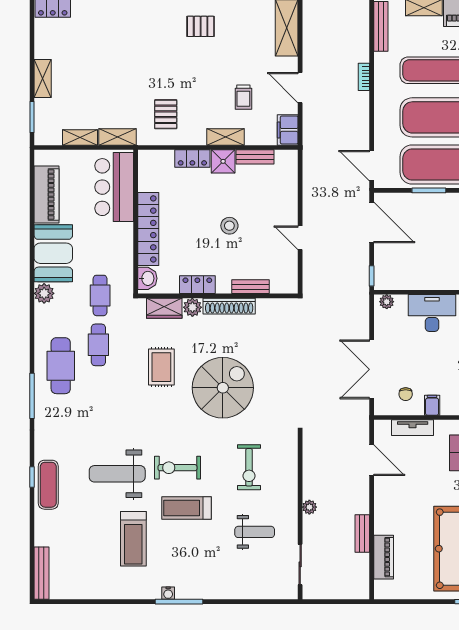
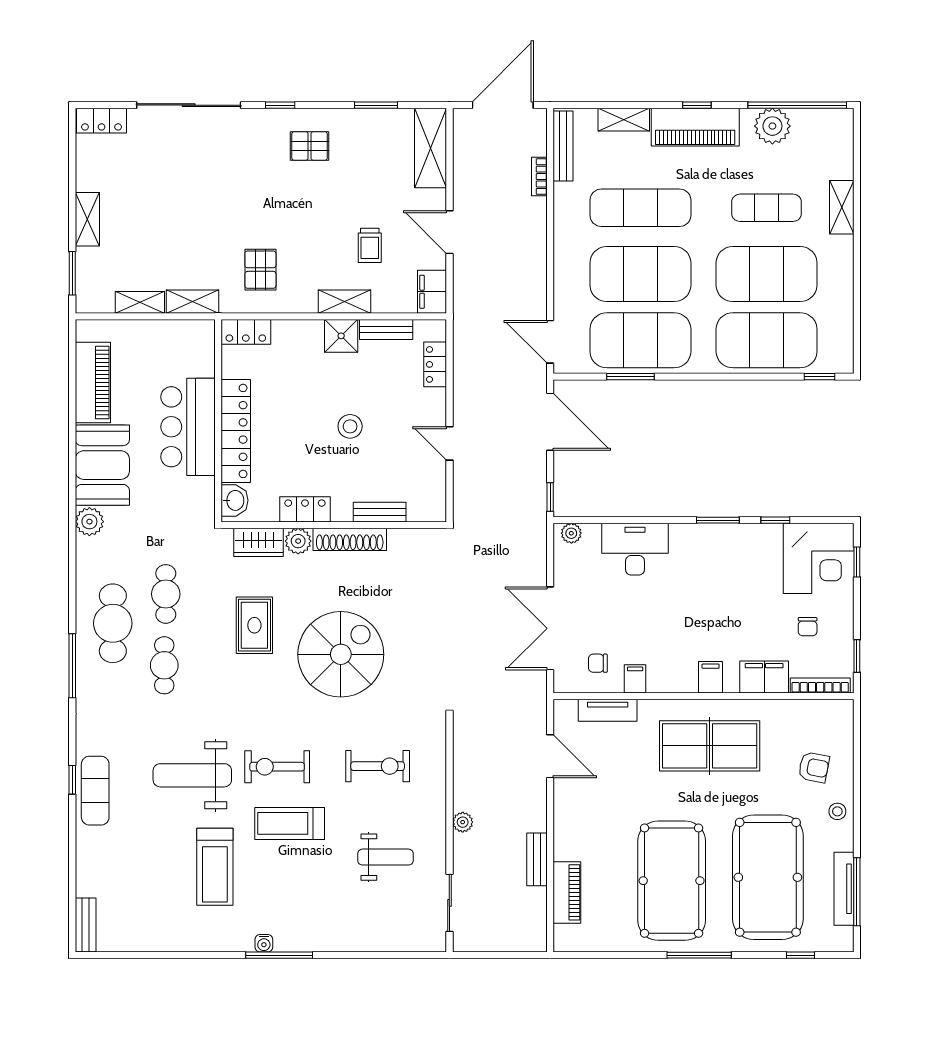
bookcase: (364, 77) -> (539, 177), moved
locker: (192, 158) -> (246, 332), moved
locker: (290, 182) -> (435, 364), added
bar counter: (114, 187) -> (188, 427), moved
cafe table: (100, 295) -> (164, 665), moved
chair: (406, 394) -> (598, 663), turned 90
exercise bike: (249, 467) -> (378, 766), turned -90
bench: (41, 573) -> (86, 925), width x0.73

